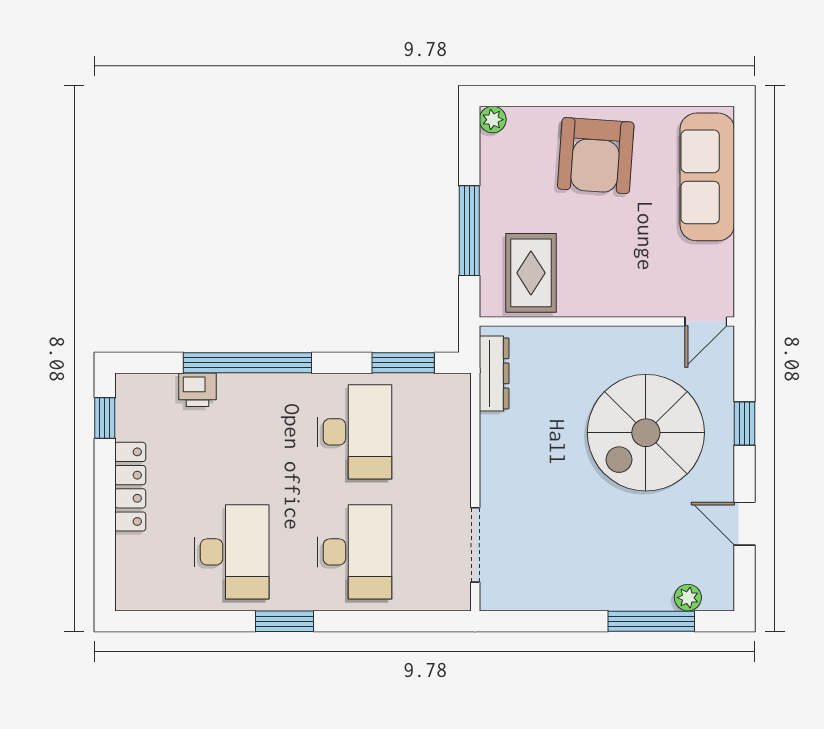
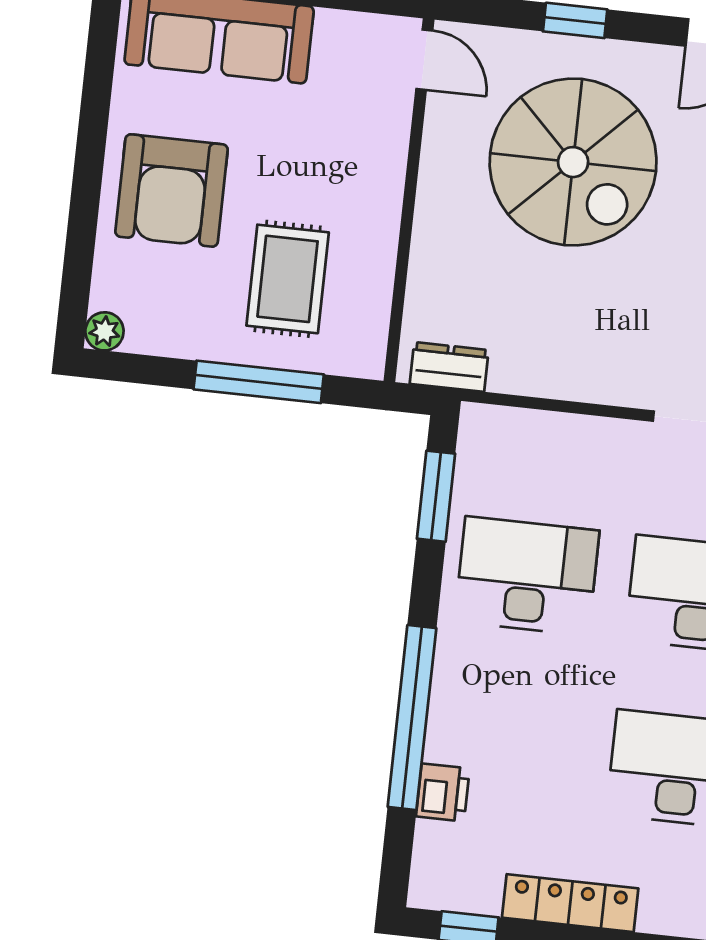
armchair: (596, 156) -> (172, 191), turned 86
rug: (531, 273) -> (288, 279), moved, turned 90
dresser: (494, 373) -> (449, 367), width x0.70

